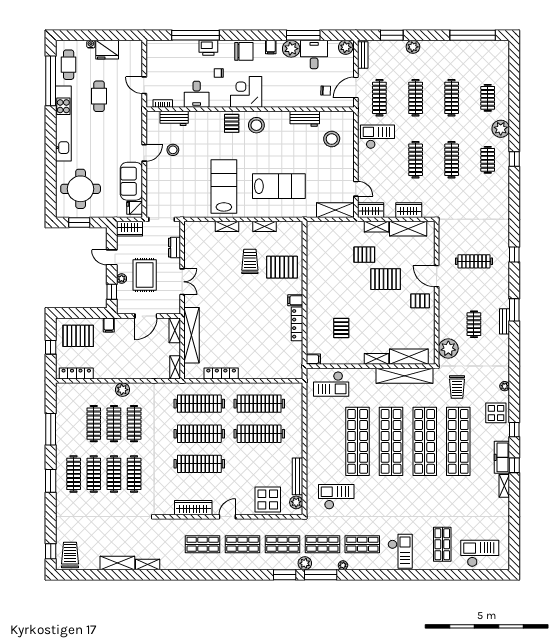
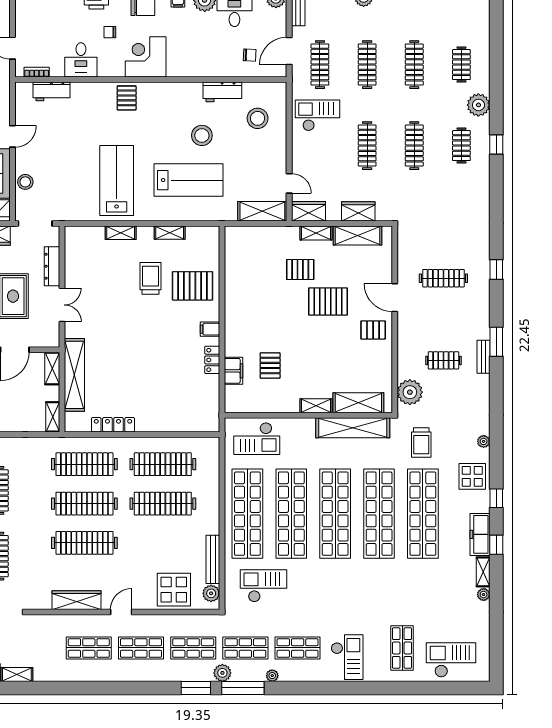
stool: (256, 125) -> (202, 135), moved
stool: (173, 150) -> (25, 182), moved
dresser: (174, 248) -> (52, 266), width x1.44
locker: (297, 324) -> (212, 360), width x0.66
clothes rail: (474, 324) -> (443, 360), turned 90
filing cabinet: (313, 359) -> (233, 371), moved, width x2.00
shop shelf: (324, 441) -> (247, 514), added
plant: (505, 503) -> (484, 595), added

